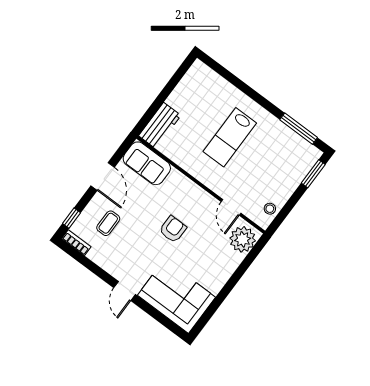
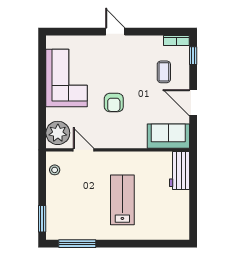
corner sofa: (177, 296) -> (67, 78), moved, turned -90

